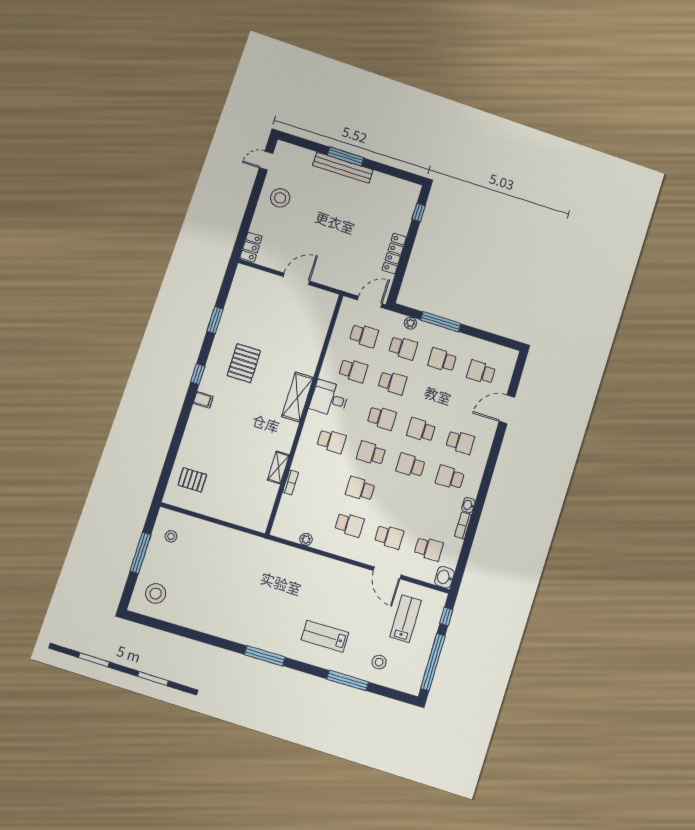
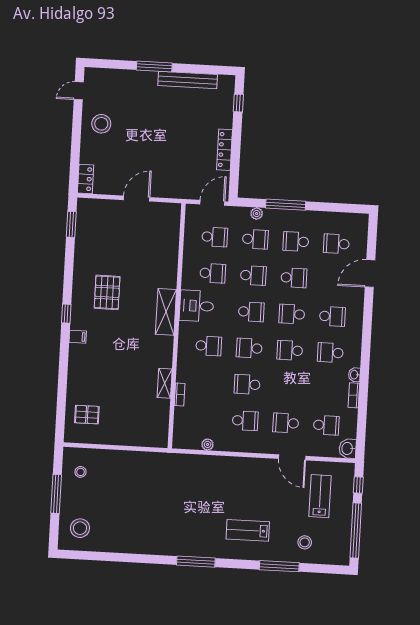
bench: (343, 168) -> (188, 80), moved
window: (215, 320) -> (71, 224), moved
school desk: (432, 395) -> (294, 278), added
school desk: (389, 537) -> (286, 423), turned 180

